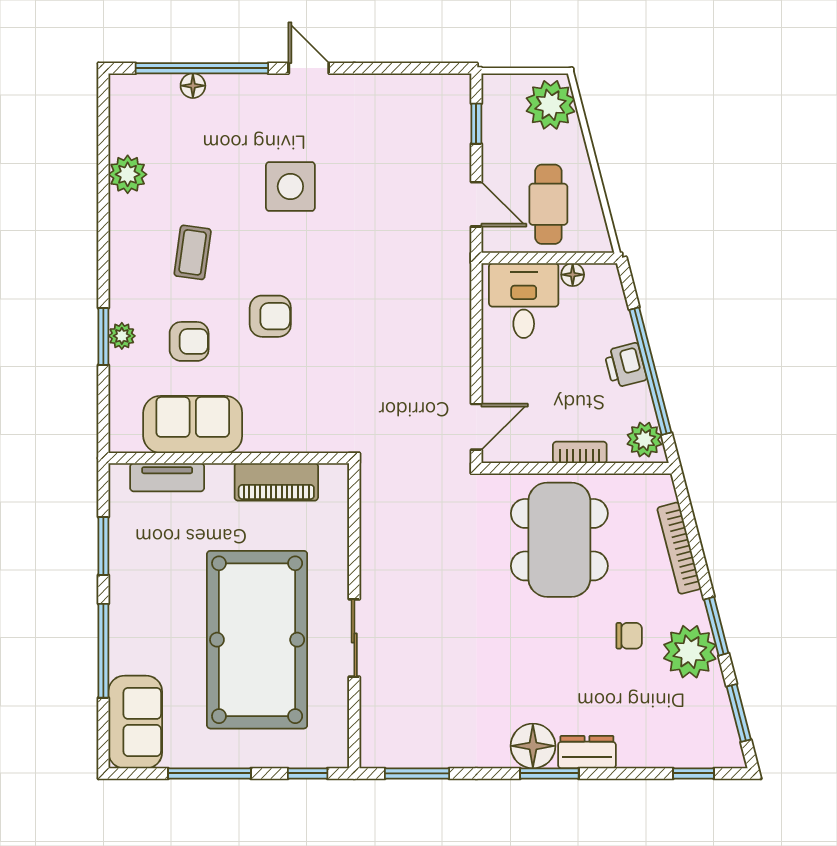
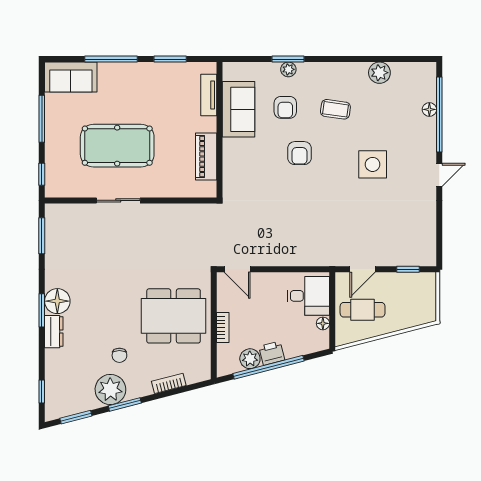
plant: (550, 105) -> (419, 311), removed
plant: (644, 440) -> (250, 359), moved
bookcase: (679, 548) -> (169, 383), width x0.64
pool table: (257, 640) -> (117, 146), width x0.73, depth x0.76

